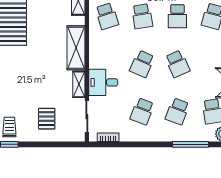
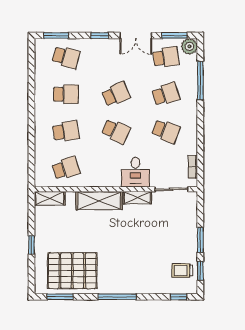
school desk: (177, 111) -> (166, 94), turned -39
pallet: (47, 119) -> (173, 231), removed
window: (39, 144) -> (200, 240), added

